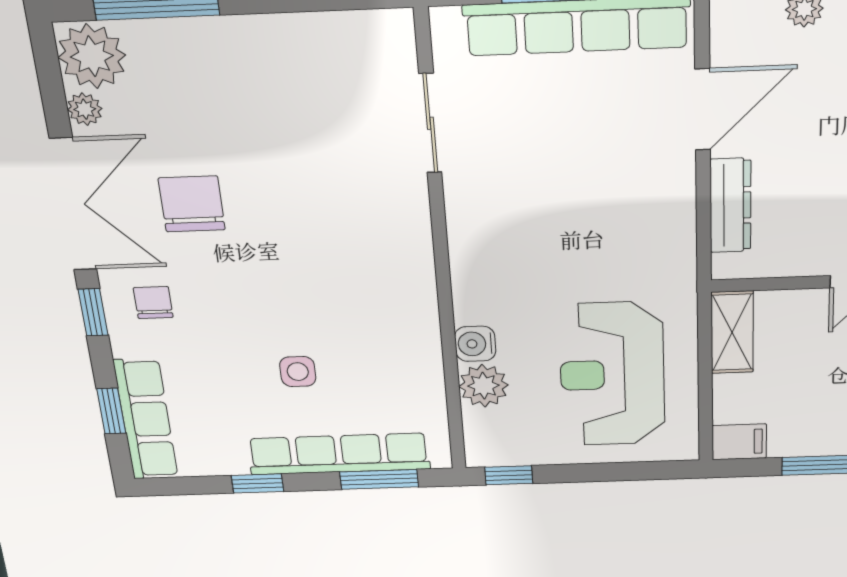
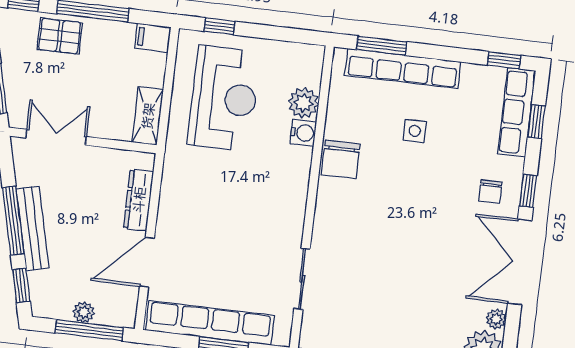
chair: (192, 204) -> (341, 159), moved
window: (509, 475) -> (220, 26), moved
window: (257, 483) -> (504, 60), moved

